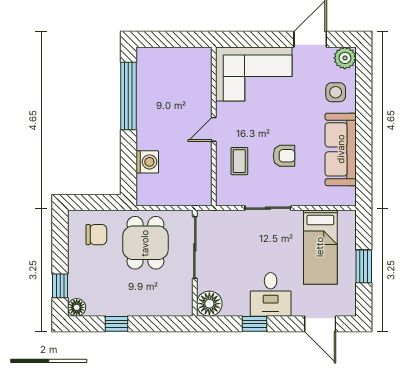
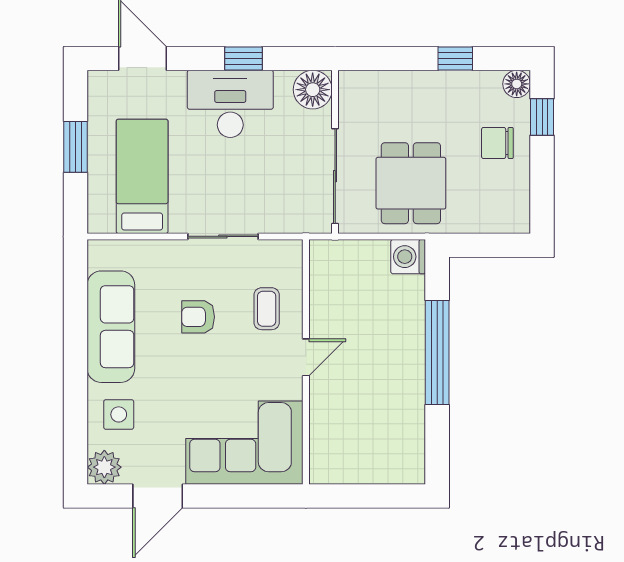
window: (128, 96) -> (437, 352), moved
washing machine: (147, 162) -> (408, 257), moved
chair: (96, 235) -> (497, 143), moved
desk: (271, 294) -> (230, 104), width x1.37

